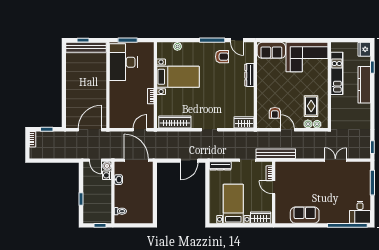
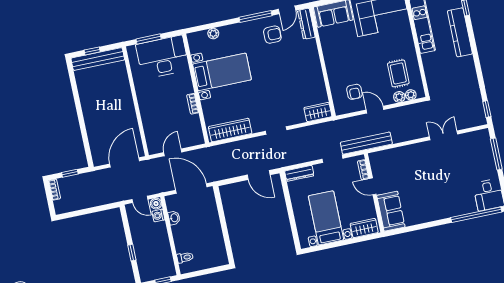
door: (237, 40) -> (287, 10), hinge flipped
desk: (123, 62) -> (162, 57), moved, turned 90
dresser: (249, 75) -> (306, 24), moved
door: (140, 130) -> (173, 152), moved
door: (189, 161) -> (259, 175), hinge flipped
sofa: (305, 215) -> (391, 211), moved, turned 90

